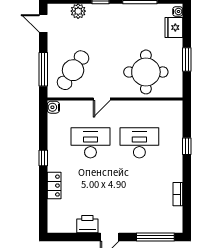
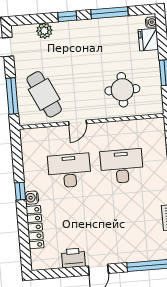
cafe table: (73, 70) -> (44, 94), turned -59
round table: (146, 72) -> (122, 90), width x0.73, depth x0.73
water cooler: (53, 107) -> (32, 198), moved
locker: (54, 186) -> (35, 227), width x1.53

